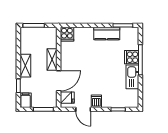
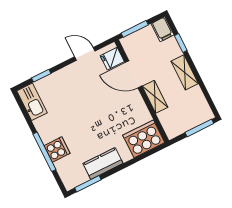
cooker: (67, 34) -> (144, 139), width x1.87, depth x1.31
kitchen sink: (132, 77) -> (32, 102), moved
door: (59, 81) -> (133, 74), hinge flipped
dishwasher: (96, 101) -> (73, 72), removed

